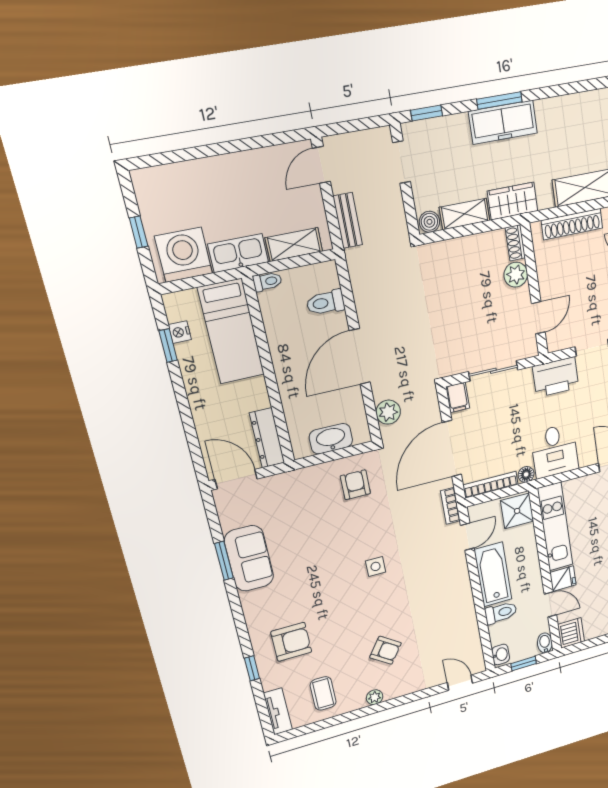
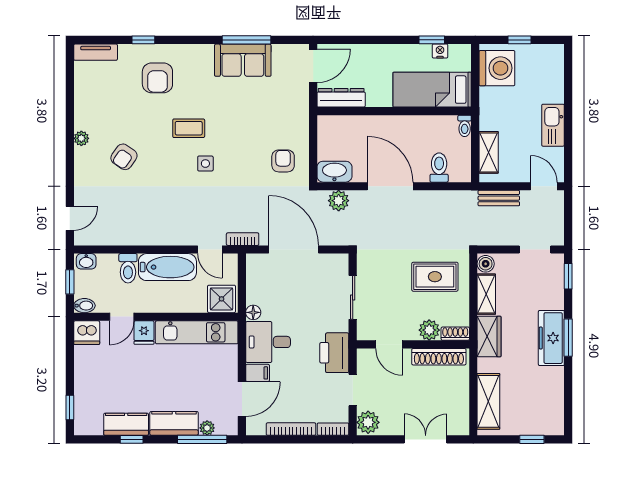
shoe rack: (572, 224) -> (439, 357), moved, turned -90
kitchen sink: (238, 253) -> (553, 125), moved, turned 180
rug: (455, 281) -> (435, 277), added
filing cabinet: (458, 397) -> (258, 373), moved, turned 180
washbasin: (331, 439) -> (334, 172), moved, turned -90
armchair: (355, 485) -> (283, 161), turned -90
bookcase: (491, 485) -> (252, 278), removed
window: (224, 561) -> (246, 40), width x1.44
coffee table: (323, 693) -> (189, 128), moved

